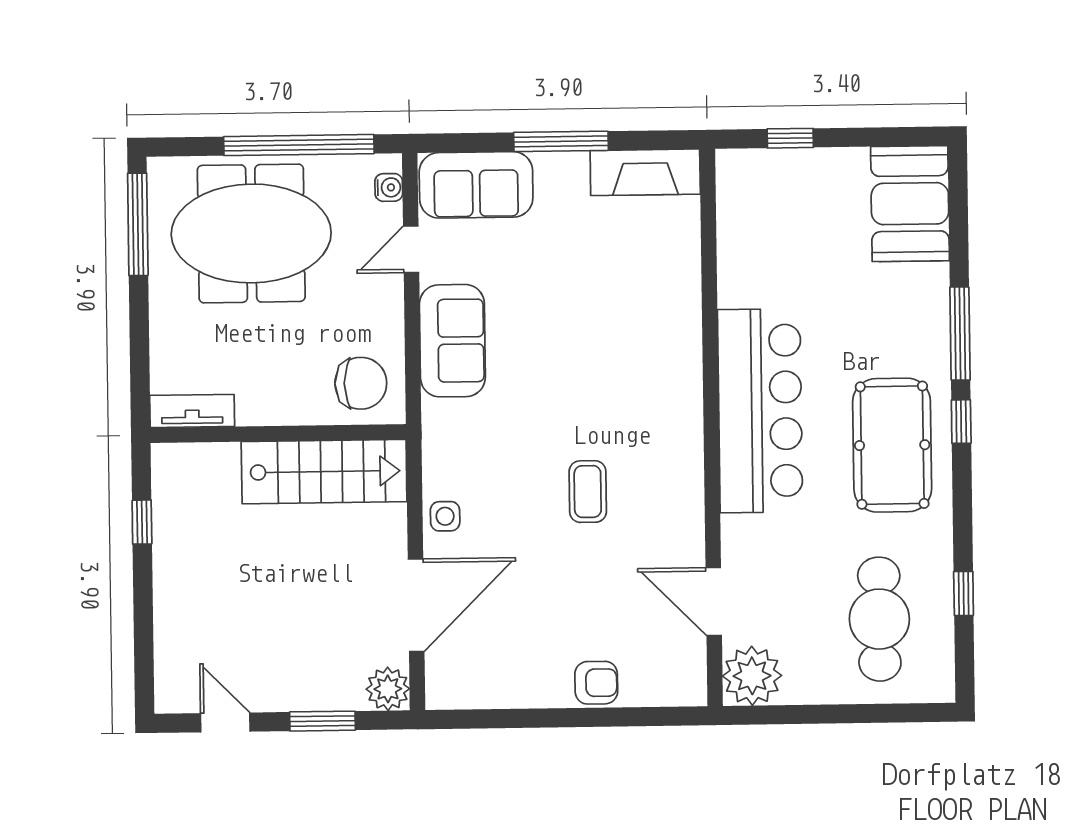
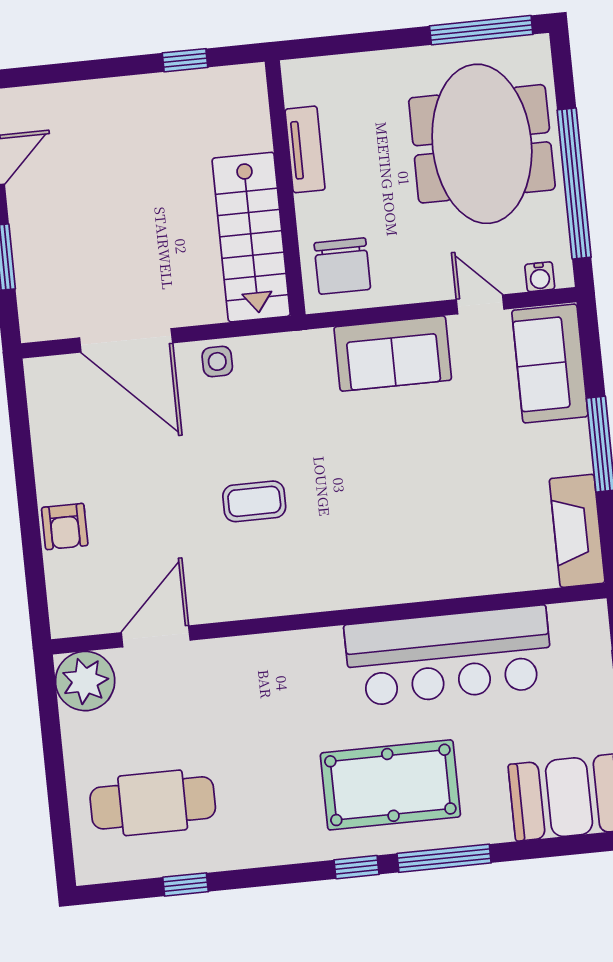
tv unit: (192, 411) -> (305, 149), moved
bar counter: (760, 411) -> (449, 656), moved
pool table: (892, 445) -> (390, 785), moved
plant: (388, 689) -> (40, 320), removed

